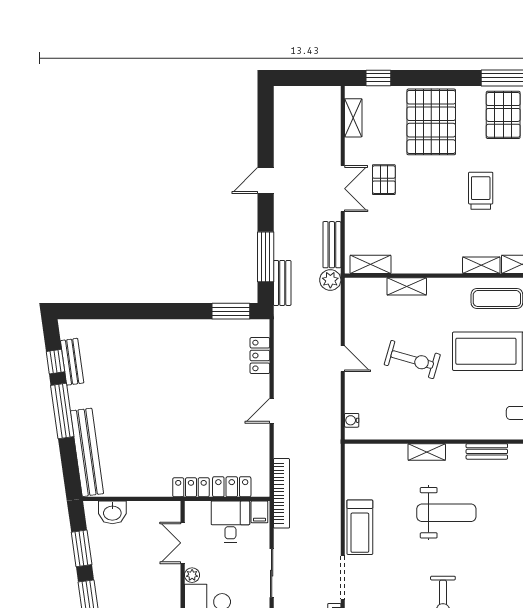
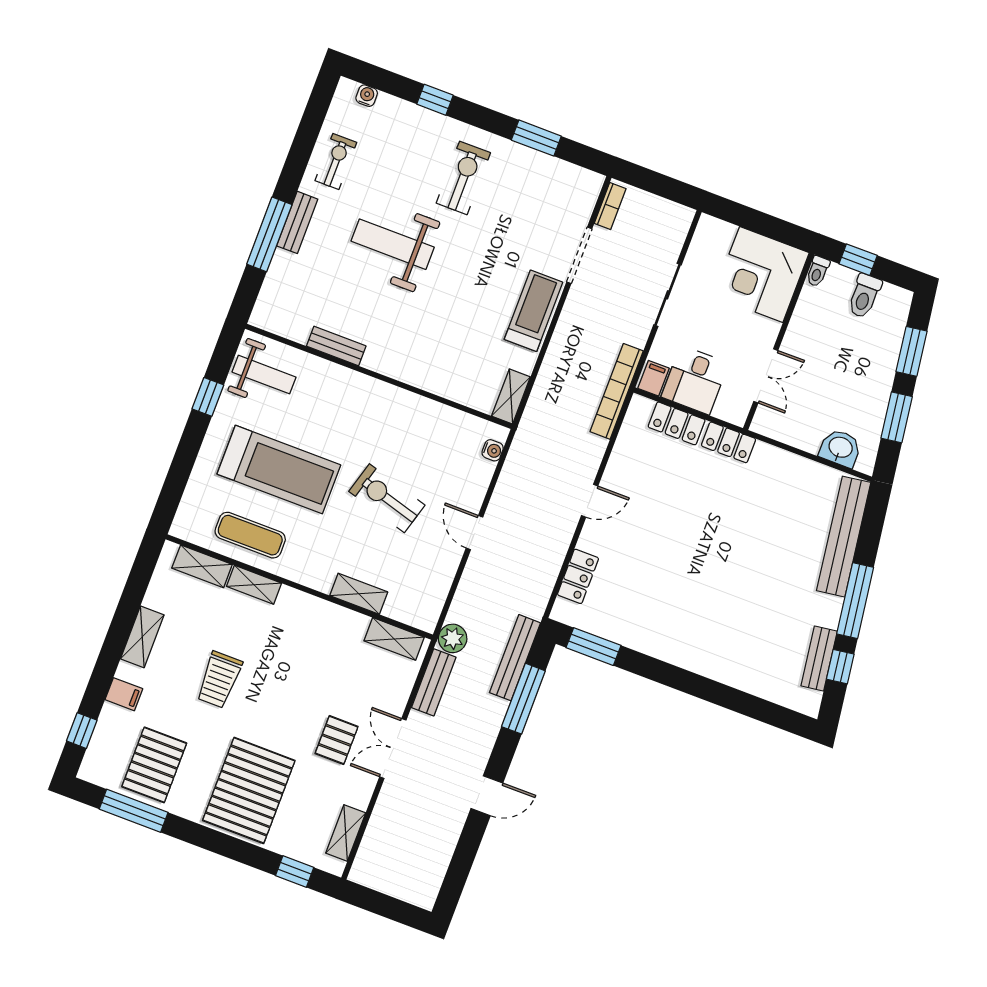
bench: (282, 283) -> (515, 658), width x1.36
shelving: (427, 452) -> (511, 396), moved, turned 90
weight bench: (446, 513) -> (393, 244), moved
plant: (192, 575) -> (769, 330), removed

